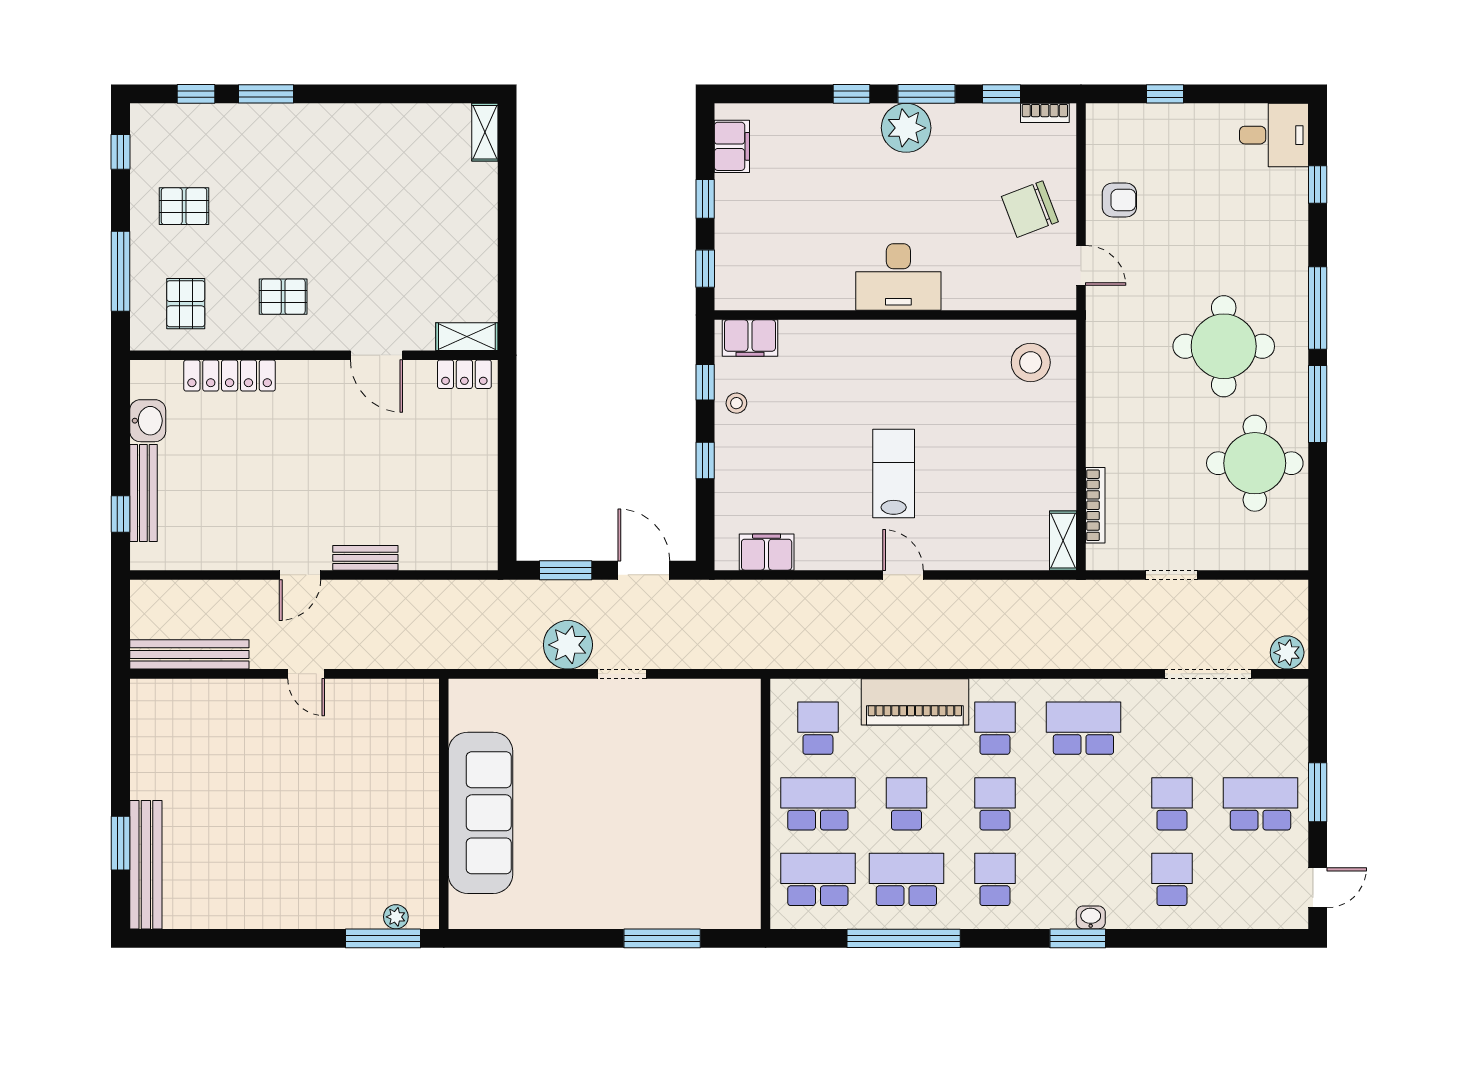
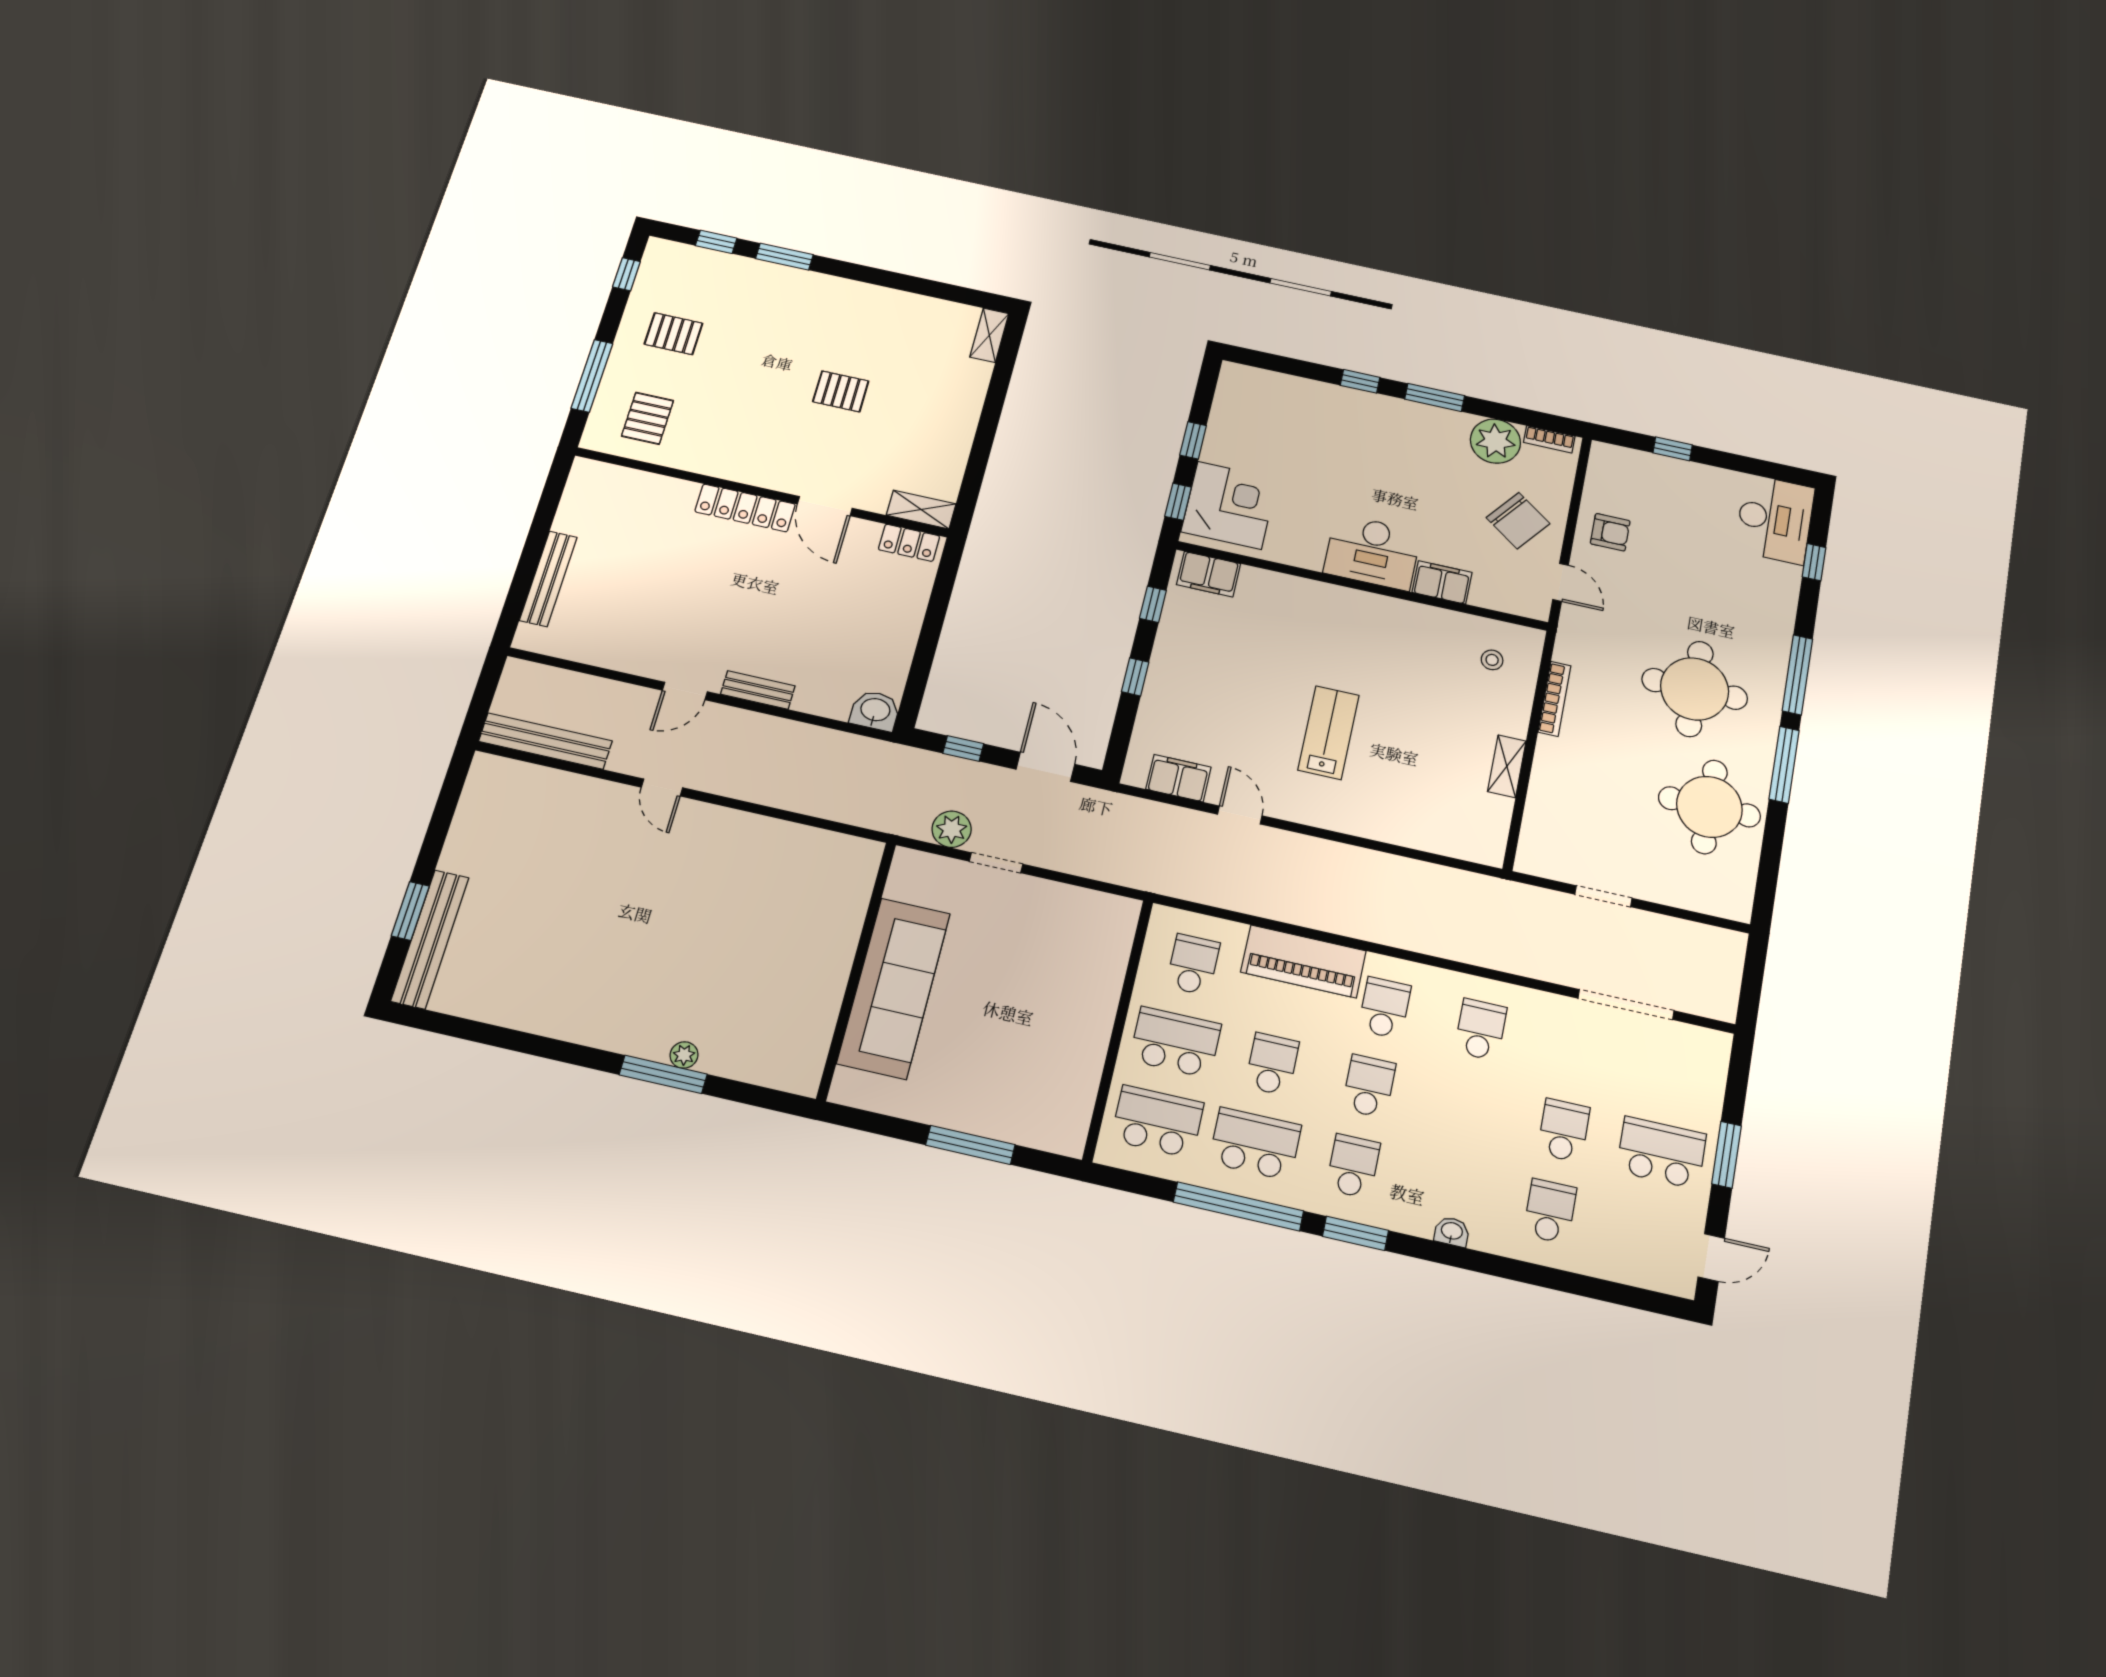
window: (1001, 94) -> (1509, 414), removed
plant: (906, 128) -> (1495, 441), moved
desk: (1274, 135) -> (1775, 519), width x1.37
filing cabinet: (732, 146) -> (1442, 582), moved, turned -90
chair: (1030, 209) -> (1518, 521), turned -122
corner desk: (754, 260) -> (1229, 505), added
pallet: (283, 297) -> (841, 391), moved
stool: (1031, 362) -> (1492, 660), width x0.53, depth x0.53
locker: (230, 376) -> (745, 508), moved
stool: (736, 403) -> (1180, 631), removed
washbasin: (148, 421) -> (875, 711), moved, turned -90
bookcase: (1095, 505) -> (1554, 699), moved
window: (121, 514) -> (518, 593), removed
shelving: (1063, 541) -> (1507, 766), moved
window: (566, 570) -> (963, 748), width x0.67
door: (903, 575) -> (1240, 815), moved
plant: (568, 645) -> (952, 829), width x0.73, depth x0.73
plant: (1287, 653) -> (1715, 1002), removed
school desk: (1083, 728) -> (1481, 1030), width x0.54
wall: (444, 804) -> (857, 970), moved
sofa: (480, 813) -> (894, 988), moved
window: (1078, 938) -> (1355, 1233), moved

